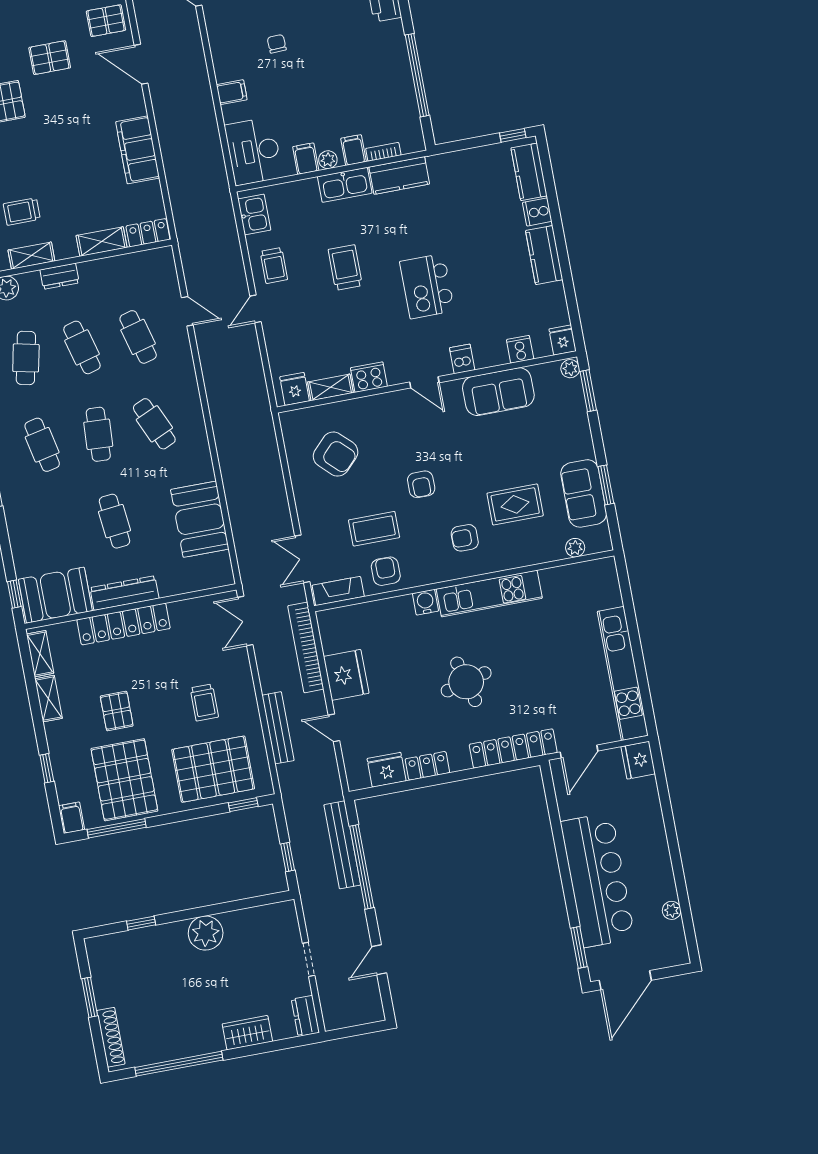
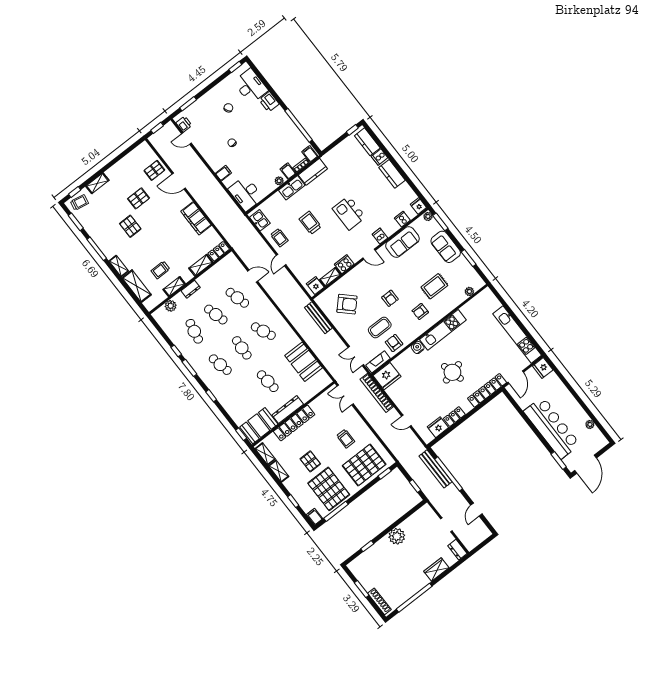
filing cabinet: (306, 159) -> (310, 154), moved
sofa: (584, 493) -> (446, 247), moved
fridge: (346, 675) -> (387, 376), moved, turned 90
bench: (278, 728) -> (318, 318), moved

